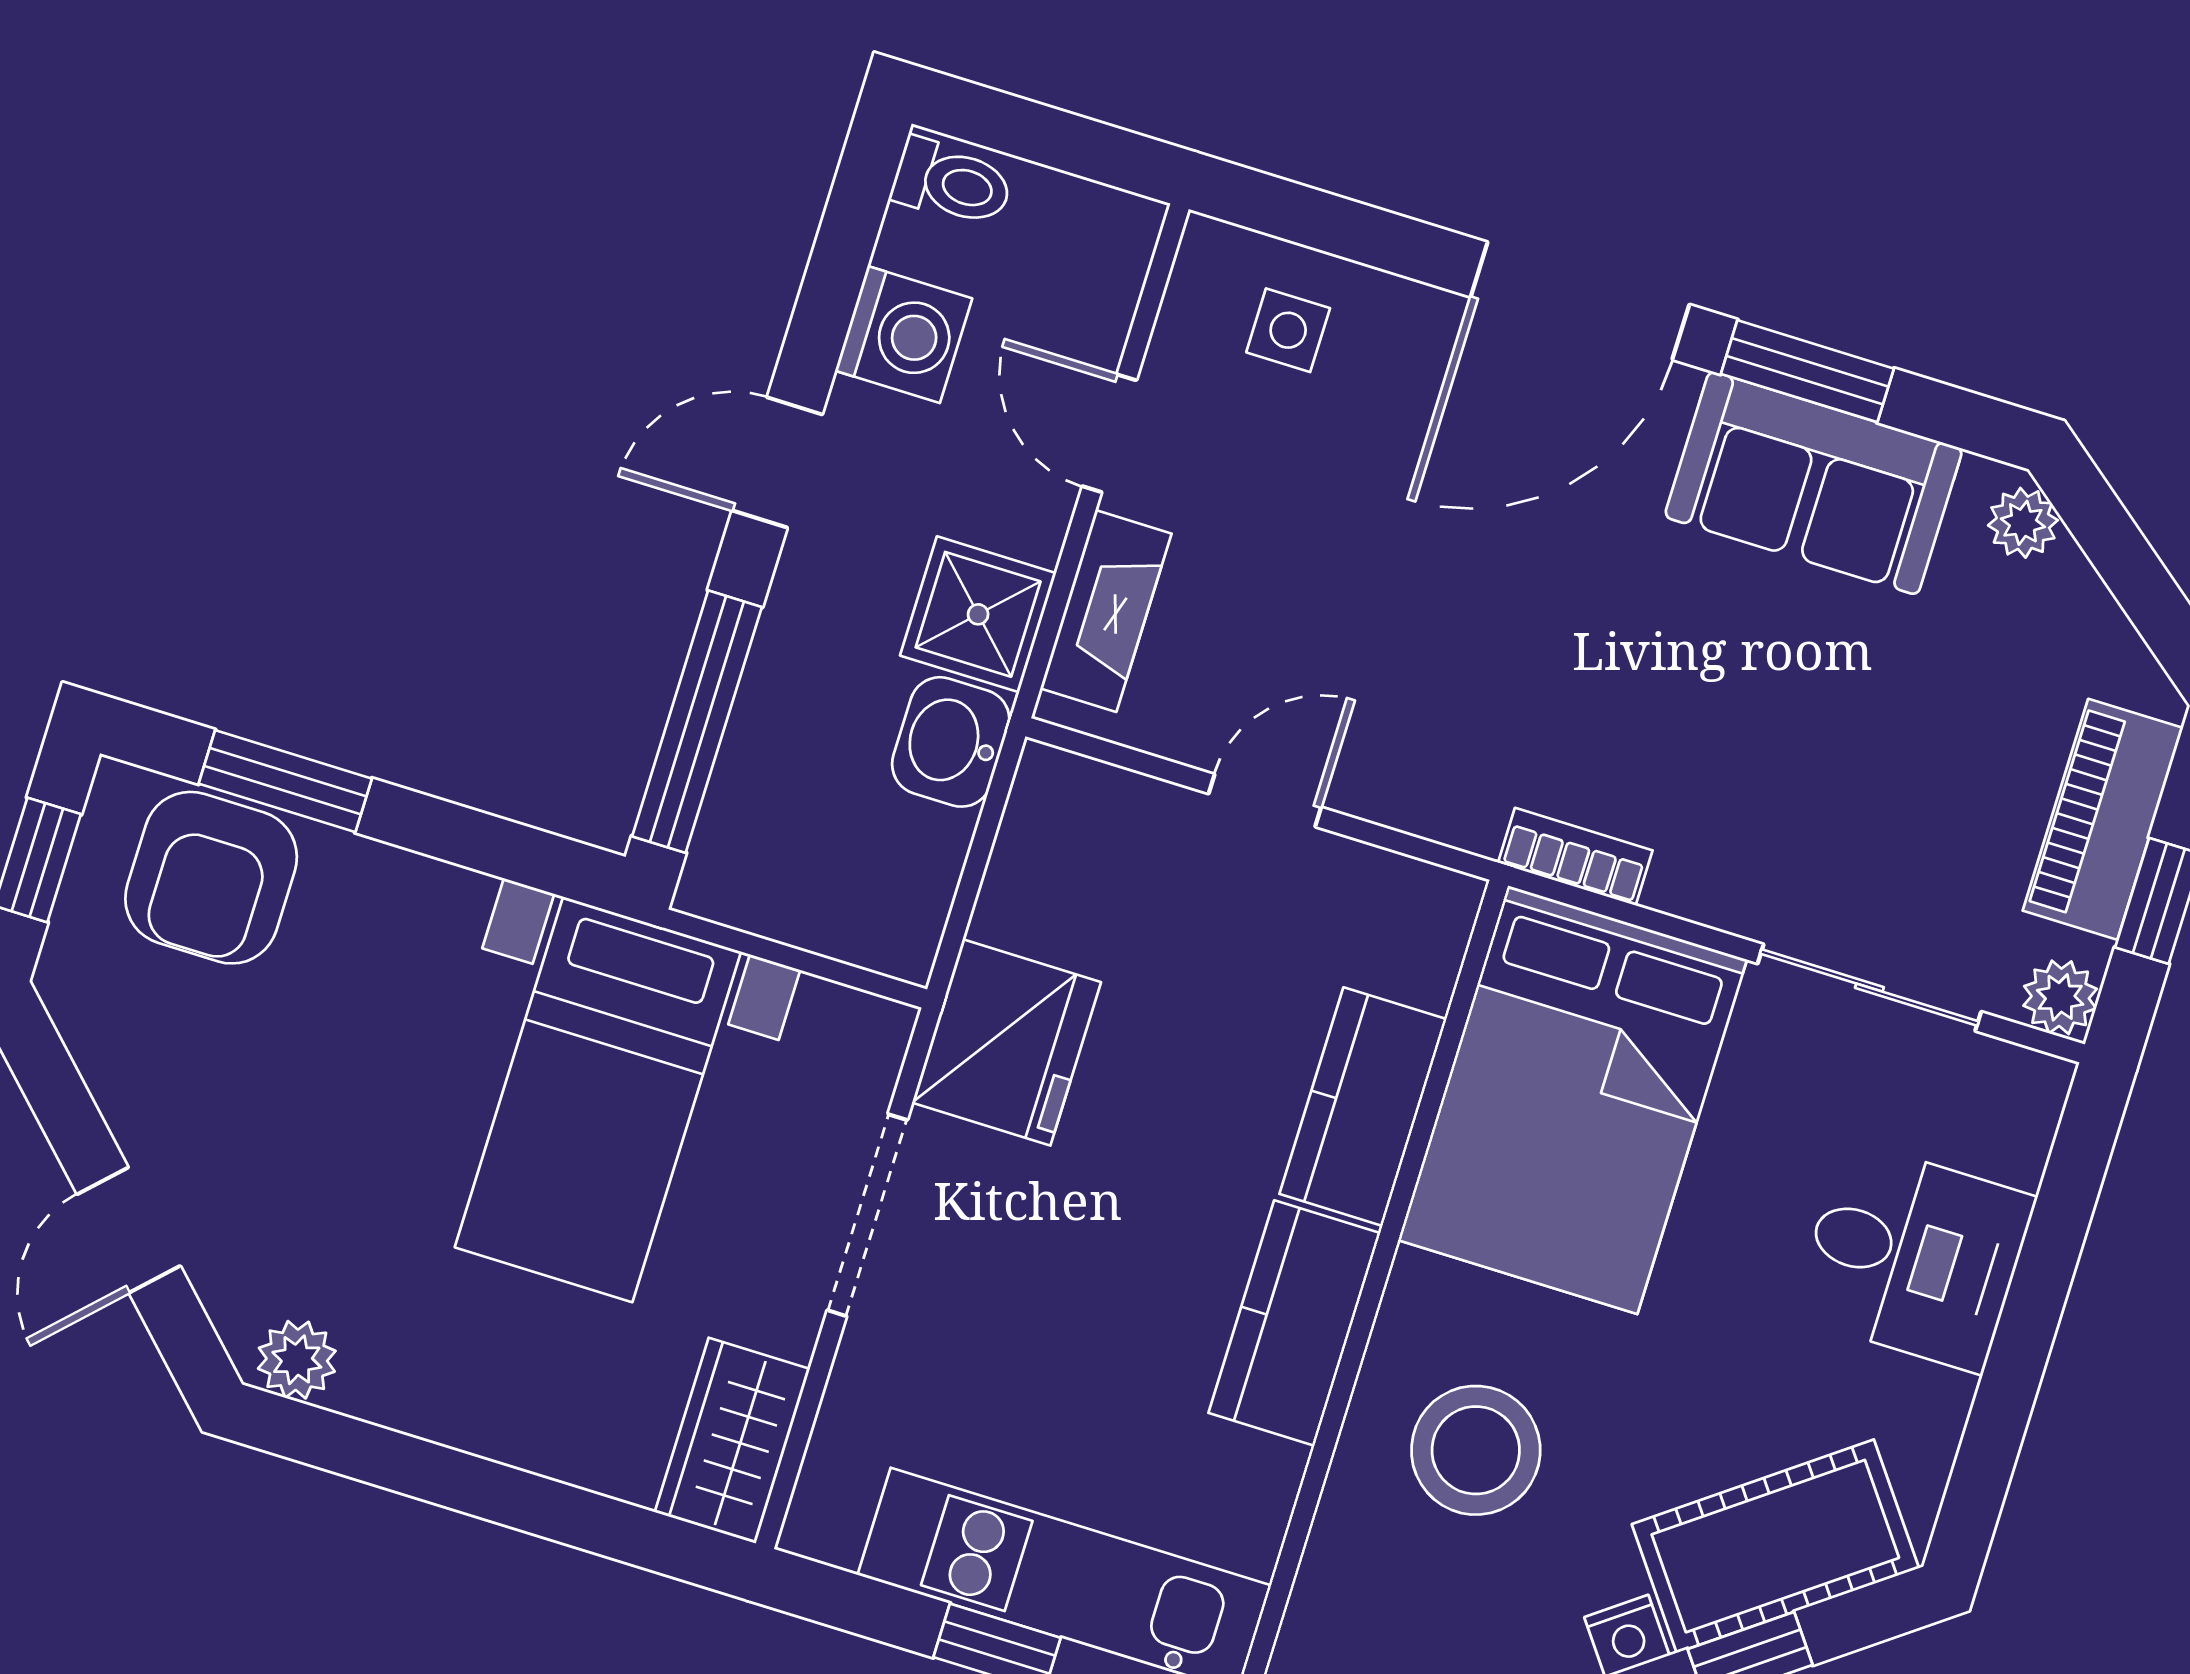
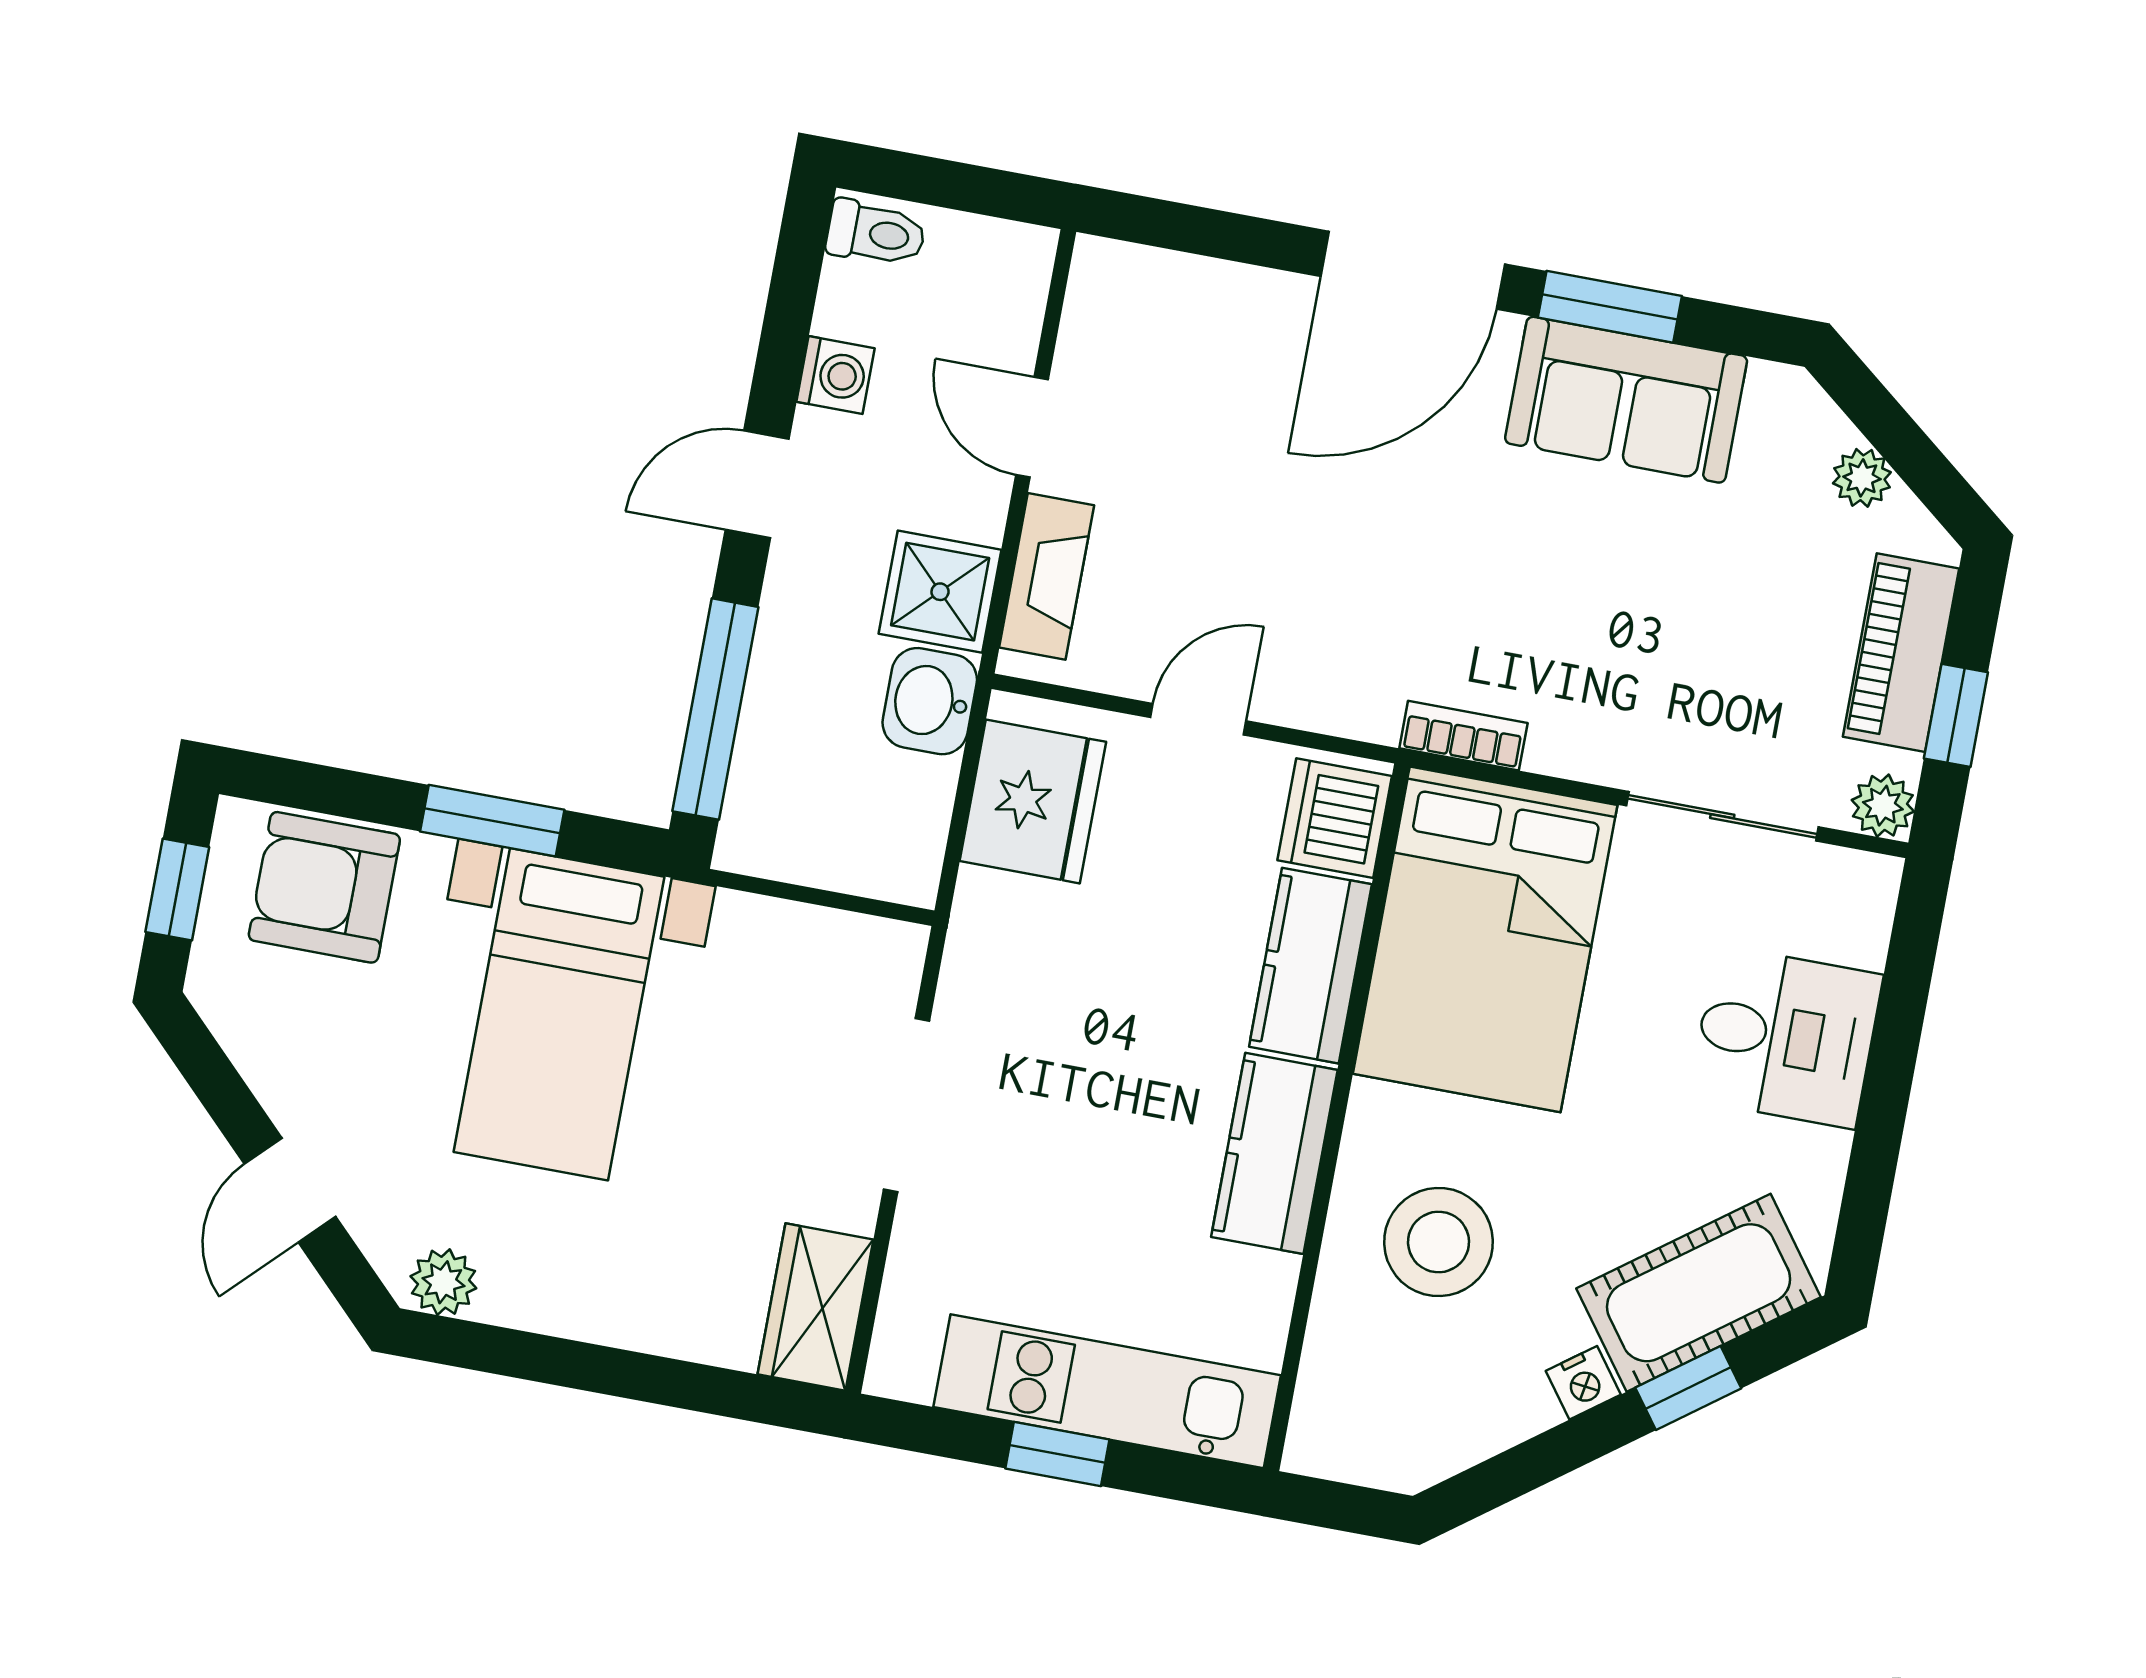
side table: (1288, 330) -> (1171, 324), removed
washing machine: (904, 334) -> (836, 375), width x0.73, depth x0.73
plant: (2023, 523) -> (1862, 478), moved
window: (285, 781) -> (492, 821), moved
armchair: (211, 878) -> (324, 887), turned 90
dishwasher: (1412, 936) -> (1335, 818), added
fridge: (1006, 1042) -> (1033, 801), moved
bed with nightstands: (598, 1099) -> (559, 1014), moved

